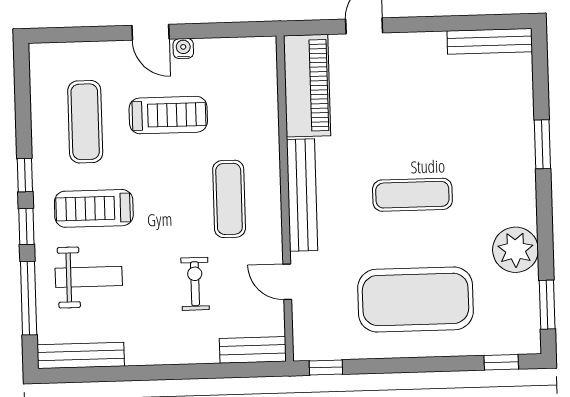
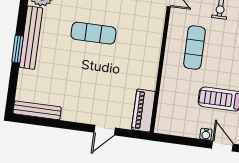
piano: (307, 86) -> (143, 110), width x0.73, depth x0.75
bench: (302, 195) -> (31, 38), moved

